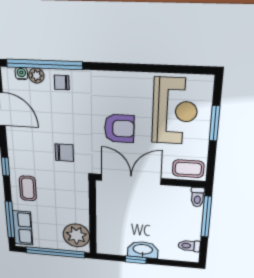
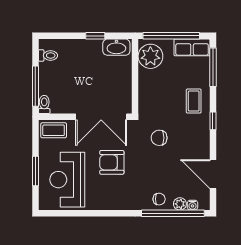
row of seats: (23, 228) -> (192, 47), moved, turned -90
washbasin: (143, 250) -> (116, 47), moved

